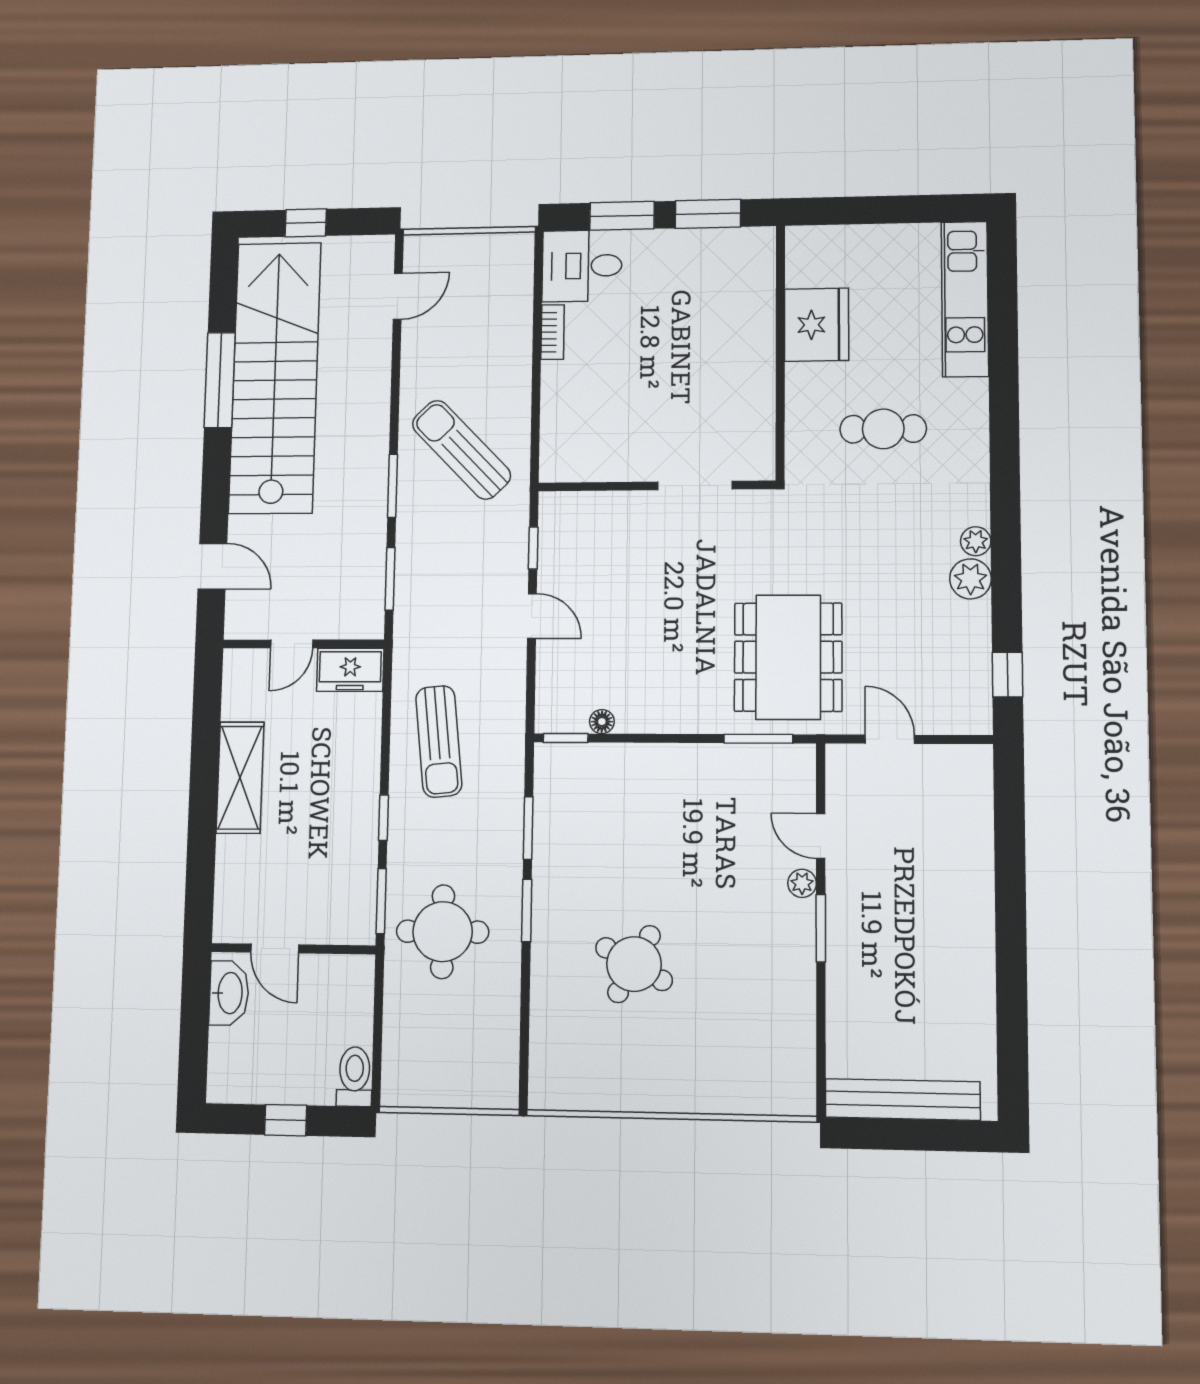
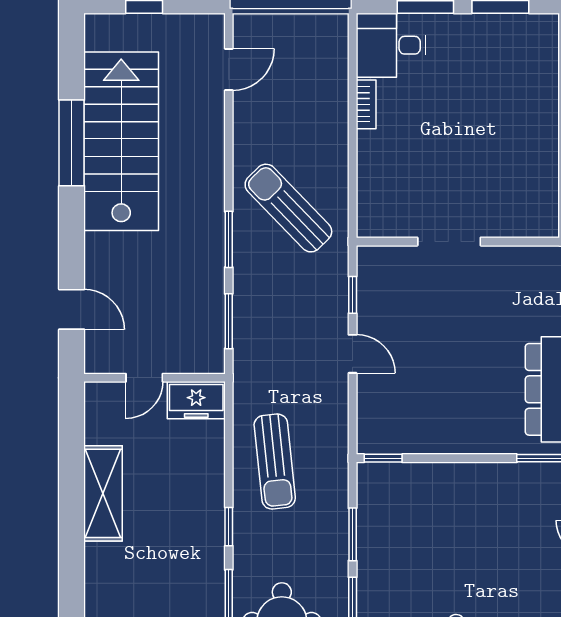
stairs: (275, 377) -> (121, 141), width x0.73
doorway: (695, 486) -> (449, 242), moved
floor lamp: (602, 722) -> (414, 444), removed

